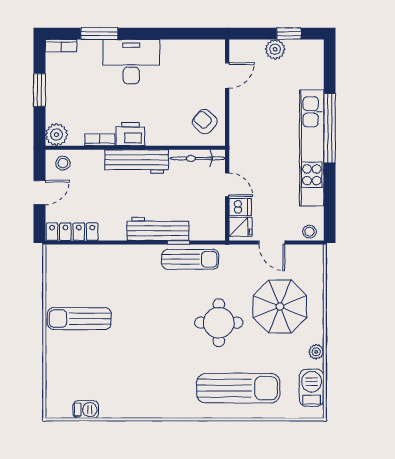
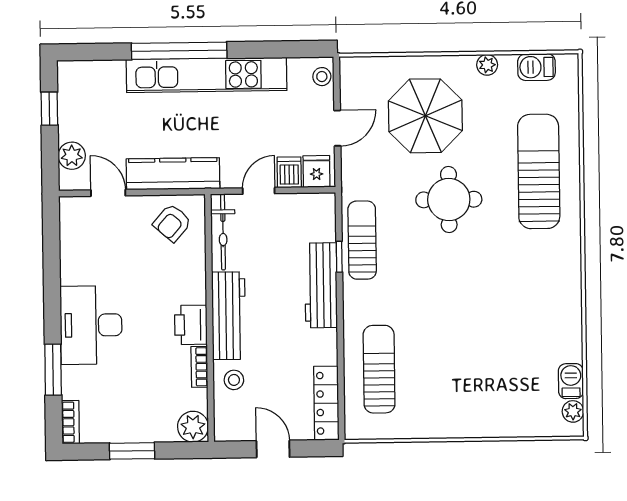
plant: (275, 49) -> (72, 156), moved
kitchen counter: (240, 123) -> (173, 174), added
stool: (63, 163) -> (234, 380), moved
sun lounger: (79, 319) -> (379, 369), moved, turned 180
barbecue: (312, 388) -> (536, 67), width x0.73, depth x0.79
plant: (64, 411) -> (573, 411), added

